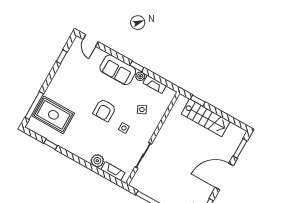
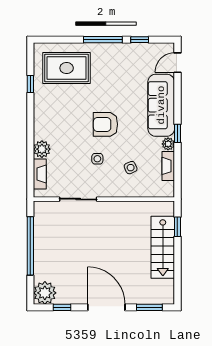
sofa: (118, 70) -> (161, 105), width x1.36
window: (34, 105) -> (103, 40), moved
rug: (53, 115) -> (67, 68), turned 90

